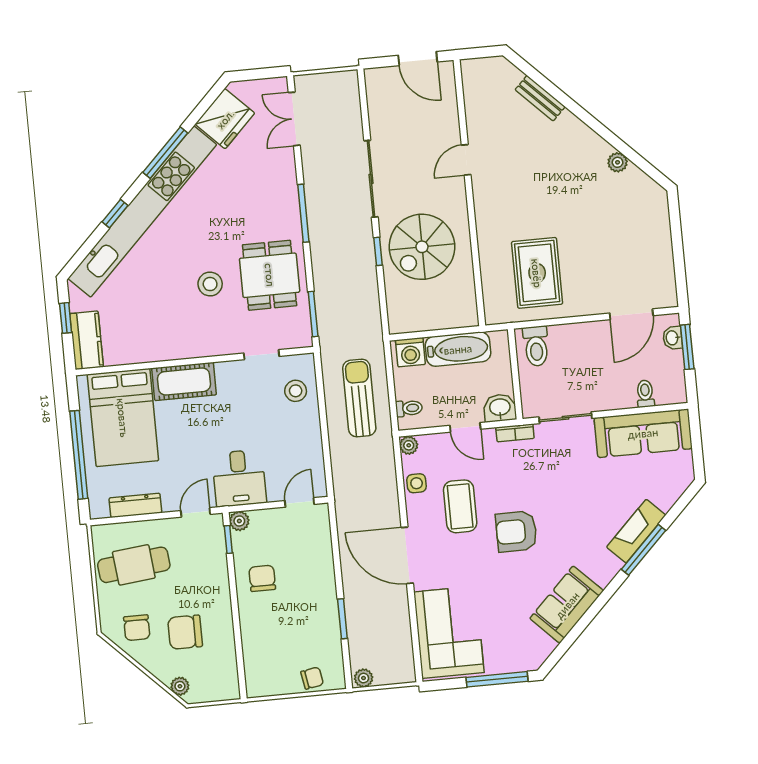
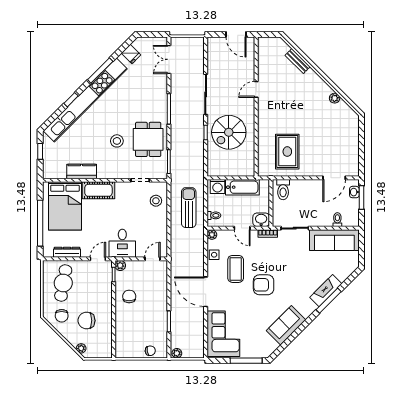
fridge: (225, 119) -> (131, 54), width x0.53, depth x0.75
kitchen counter: (87, 340) -> (82, 171), moved, turned -90
cafe table: (134, 565) -> (63, 283), turned -74

